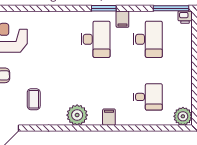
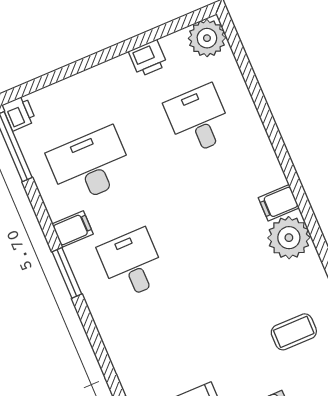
desk: (95, 39) -> (132, 264), width x0.73
printer: (185, 86) -> (148, 58), added
filing cabinet: (109, 117) -> (279, 203), moved

